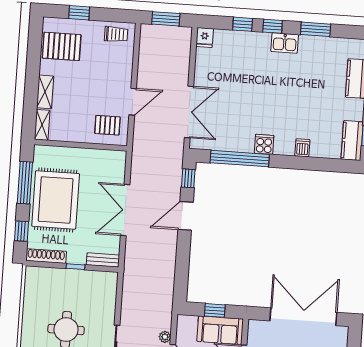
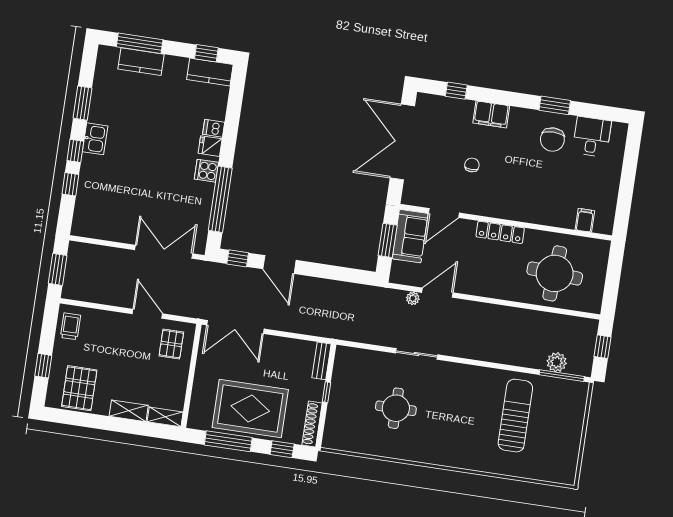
fridge: (205, 37) -> (210, 146), moved, turned 180
double door: (125, 210) -> (235, 327), moved
window: (215, 310) -> (388, 240), width x1.50

